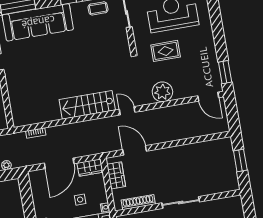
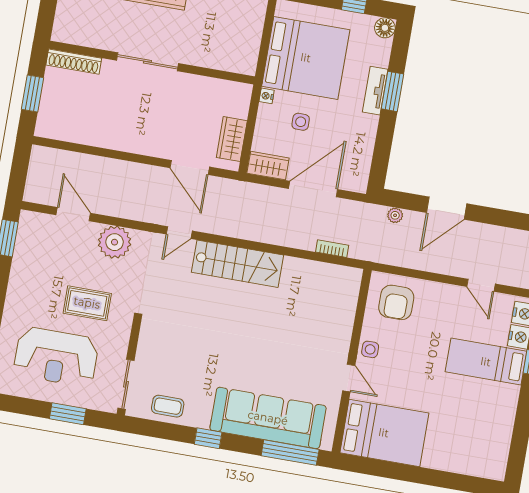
door: (208, 97) -> (73, 214), moved
door: (127, 111) -> (179, 233), hinge flipped
shoe rack: (138, 202) -> (74, 62), moved

